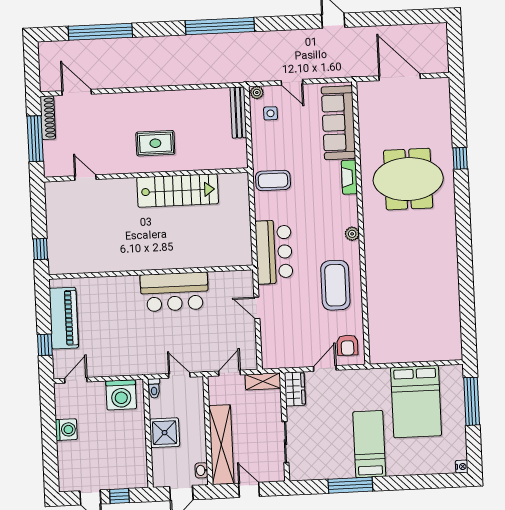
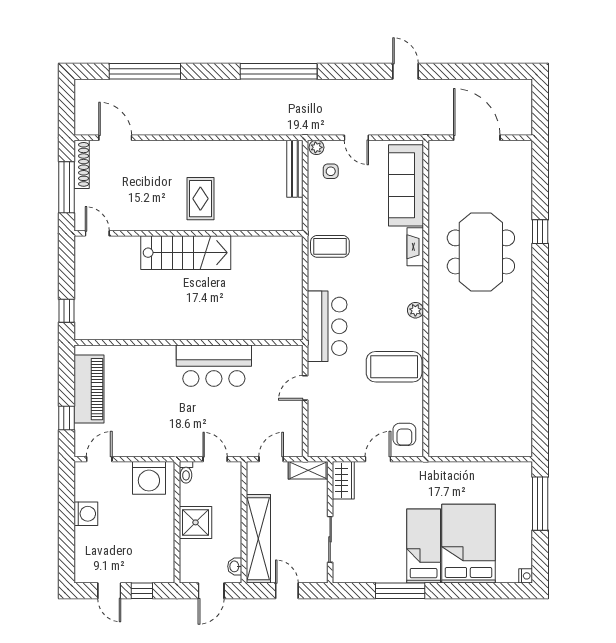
rug: (155, 143) -> (200, 199), turned 90
door: (85, 178) -> (97, 233), moved
meeting table: (408, 179) -> (481, 252), turned 90
stairs: (178, 191) -> (186, 253), moved
coffee table: (335, 285) -> (394, 367), turned 90
door: (257, 308) -> (305, 388), hinge flipped
bed: (416, 402) -> (468, 544), moved, turned 180

